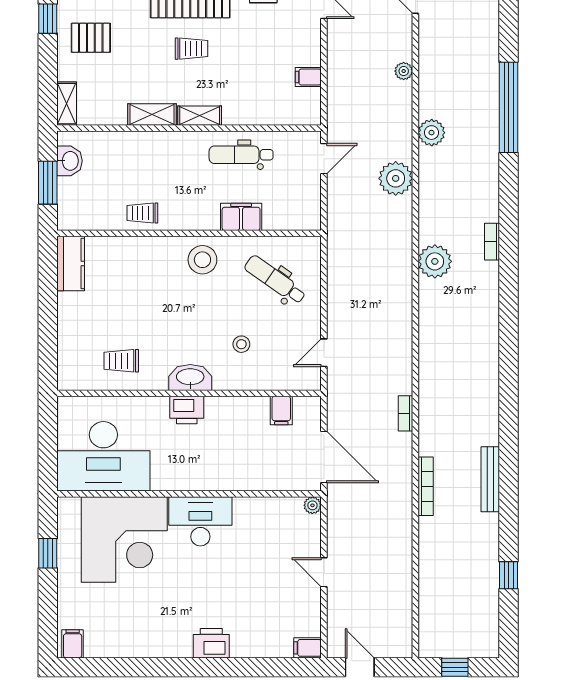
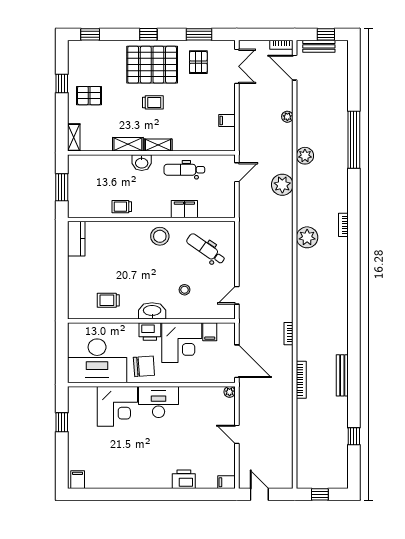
washbasin: (70, 161) -> (142, 163), moved, turned 90
corner desk: (237, 428) -> (182, 343), added
chair: (177, 465) -> (144, 366), added
corner desk: (124, 540) -> (117, 406), width x0.74, depth x0.74
printer: (211, 643) -> (184, 479), moved

